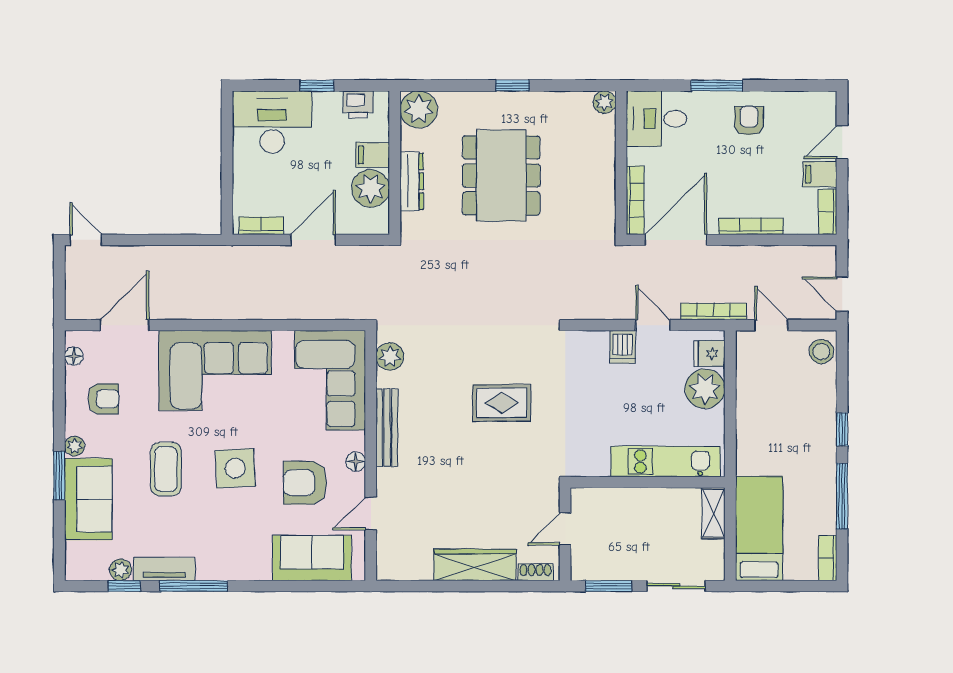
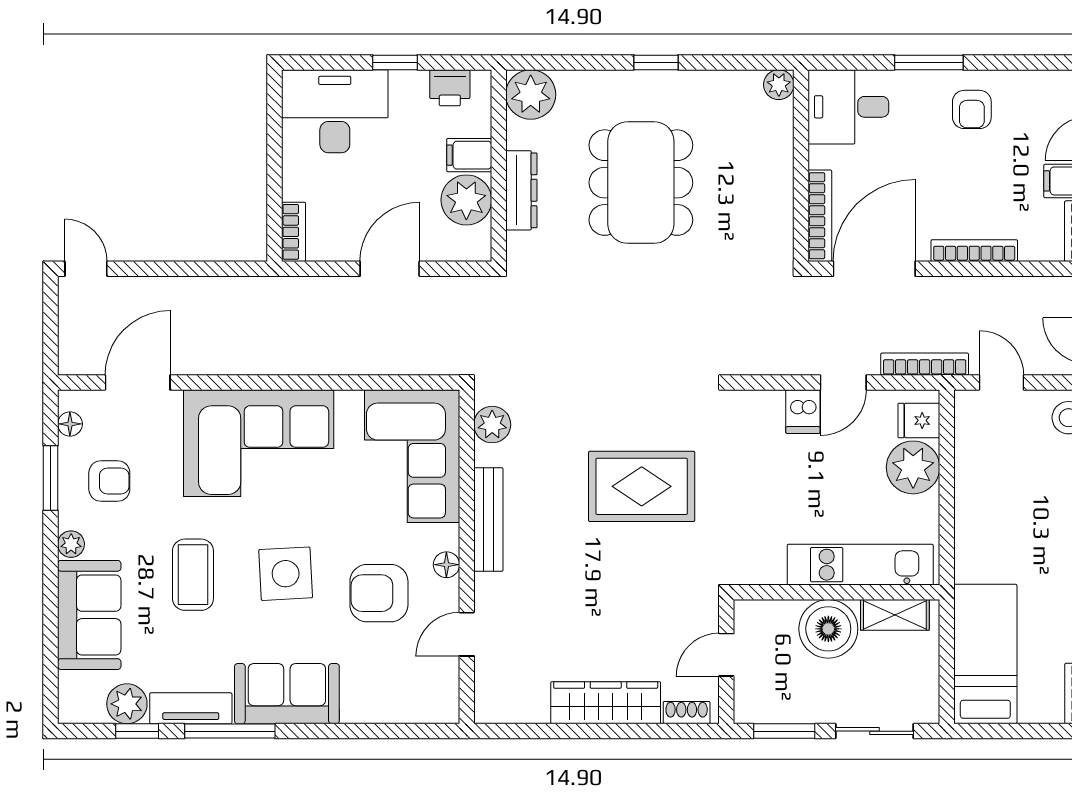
armchair: (749, 121) -> (972, 109), turned 180
bookcase: (261, 226) -> (294, 232), moved, turned 90
door: (653, 325) -> (843, 383), swing flipped
rug: (502, 403) -> (642, 486), width x1.36, depth x1.43
window: (59, 476) -> (51, 478), moved
boiler: (642, 510) -> (828, 629), added
shelving: (713, 513) -> (895, 615), moved, turned 90
sofa: (312, 558) -> (287, 694), moved
plant: (121, 570) -> (127, 704), width x1.38, depth x1.38

